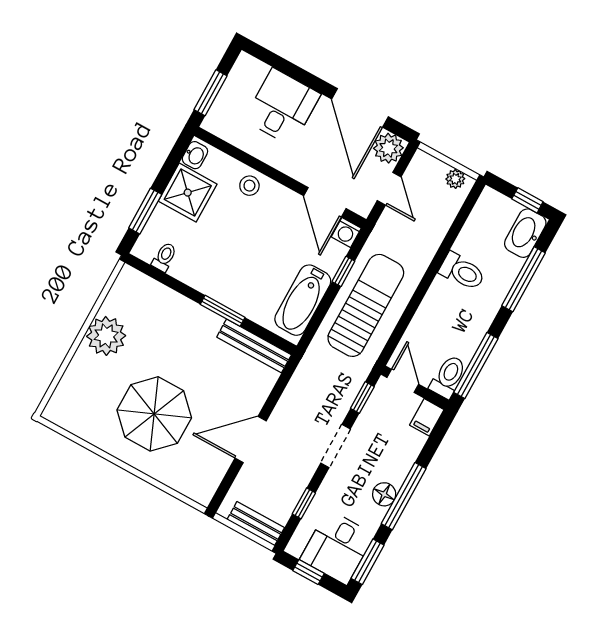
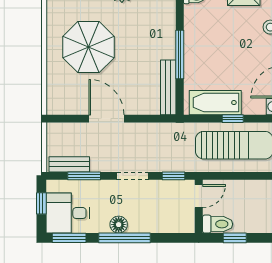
window: (343, 271) -> (233, 119), moved
window: (223, 311) -> (180, 54), width x1.44
window: (476, 366) -> (235, 238), width x0.46
filing cabinet: (427, 417) -> (184, 225), removed
window: (304, 503) -> (84, 176), width x1.50
bench: (256, 524) -> (69, 164), moved, turned 90

